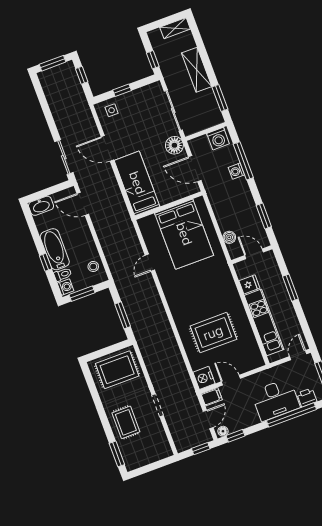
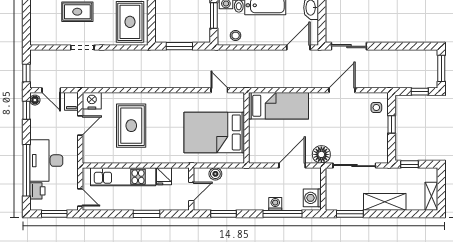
bed: (137, 183) -> (279, 106), moved
wall: (169, 206) -> (247, 128), moved
bed: (184, 234) -> (214, 132), moved

